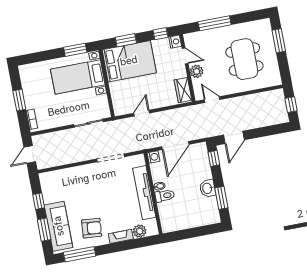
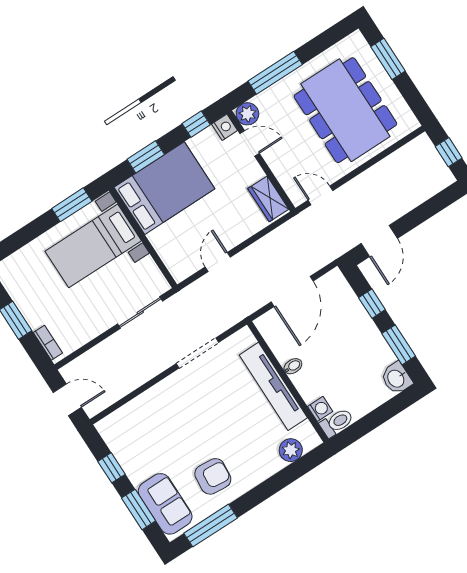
dining table: (244, 59) -> (345, 110), width x1.36, depth x1.24
plant: (197, 71) -> (247, 114), moved
door: (30, 154) -> (67, 400), swing flipped
washing machine: (153, 157) -> (320, 409), moved
window: (214, 158) -> (372, 304), moved
washbasin: (208, 188) -> (396, 378), moved
toilet: (165, 196) -> (337, 423), moved
sofa: (59, 226) -> (165, 504), width x0.73
fireplace: (121, 236) -> (264, 471), removed

